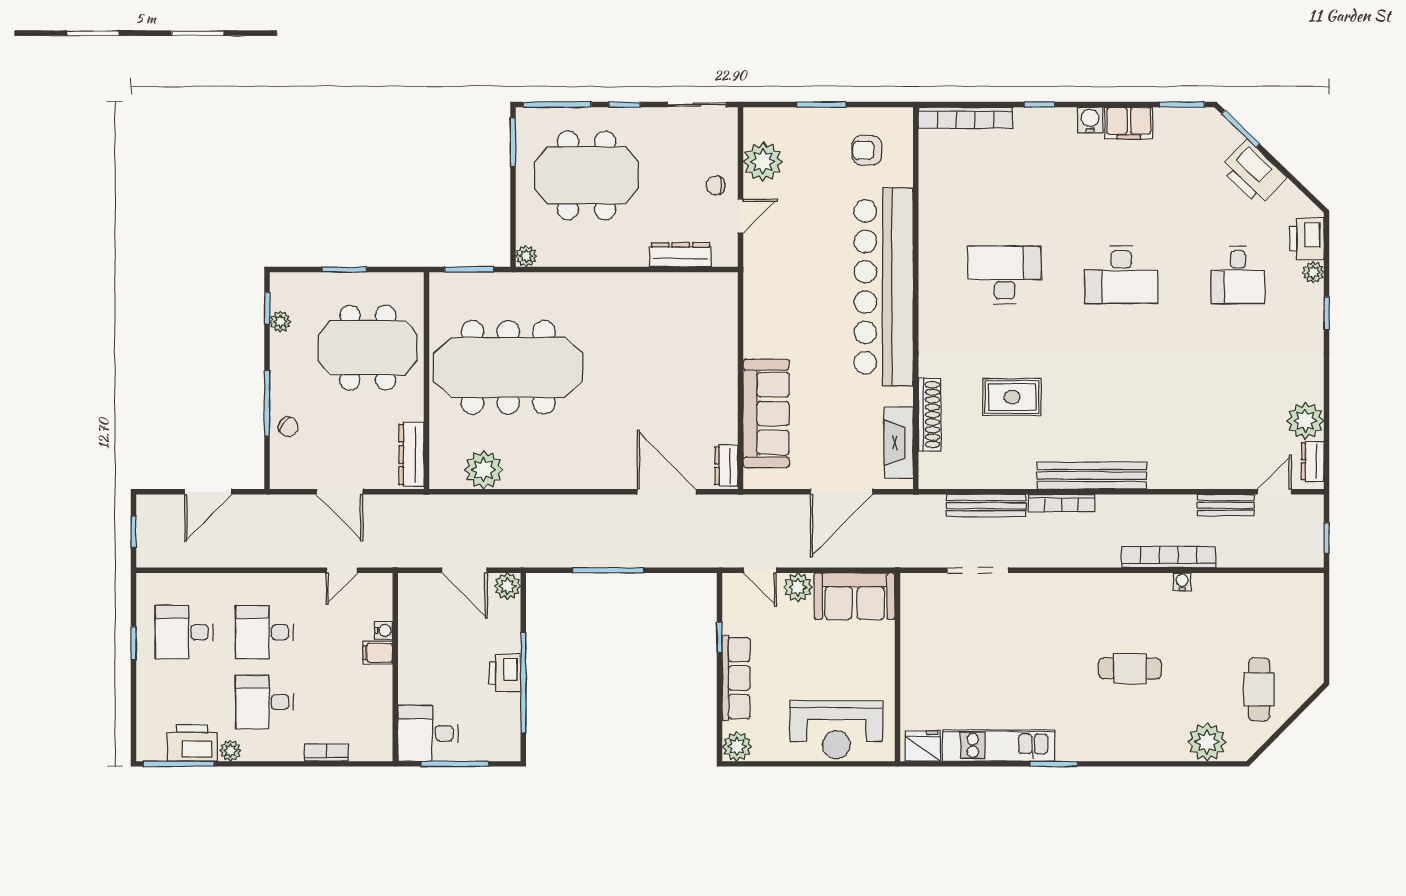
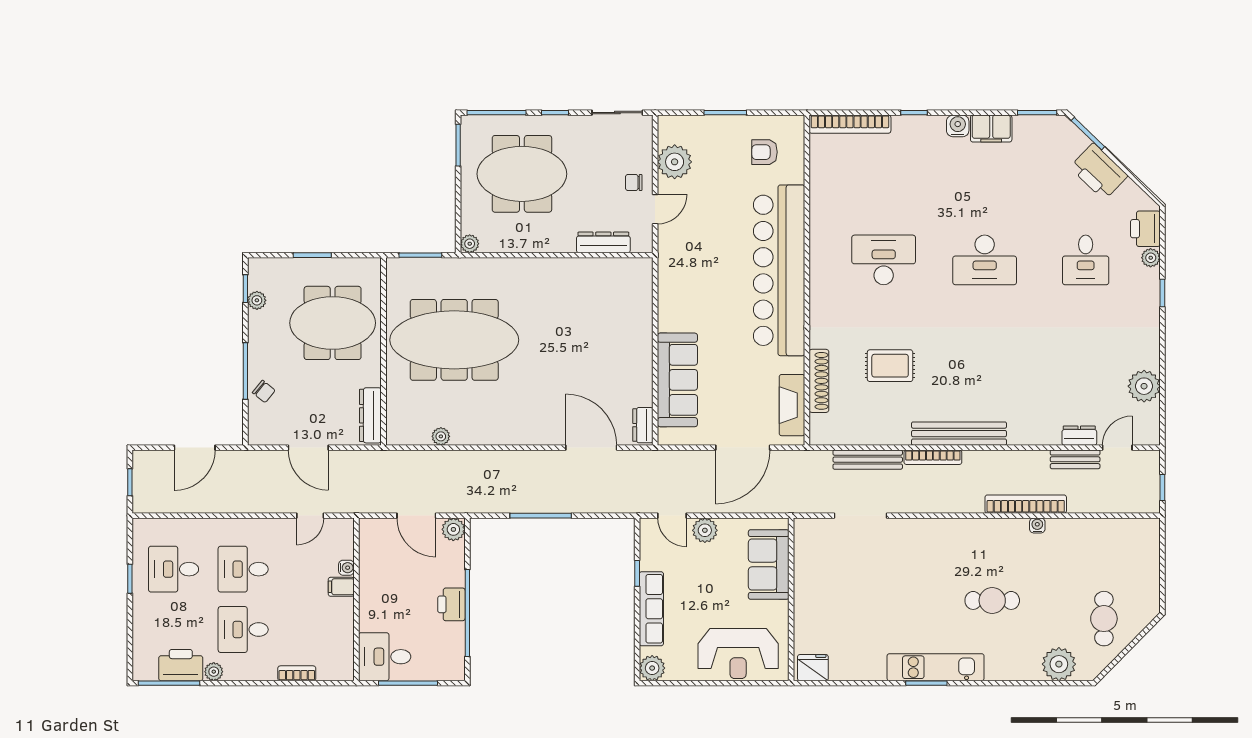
dresser: (1313, 461) -> (1079, 436), moved, turned 90
plant: (484, 470) -> (441, 436), width x0.53, depth x0.53
sofa: (855, 596) -> (769, 565), moved, turned 90
kitchen unit: (999, 745) -> (936, 667), moved

